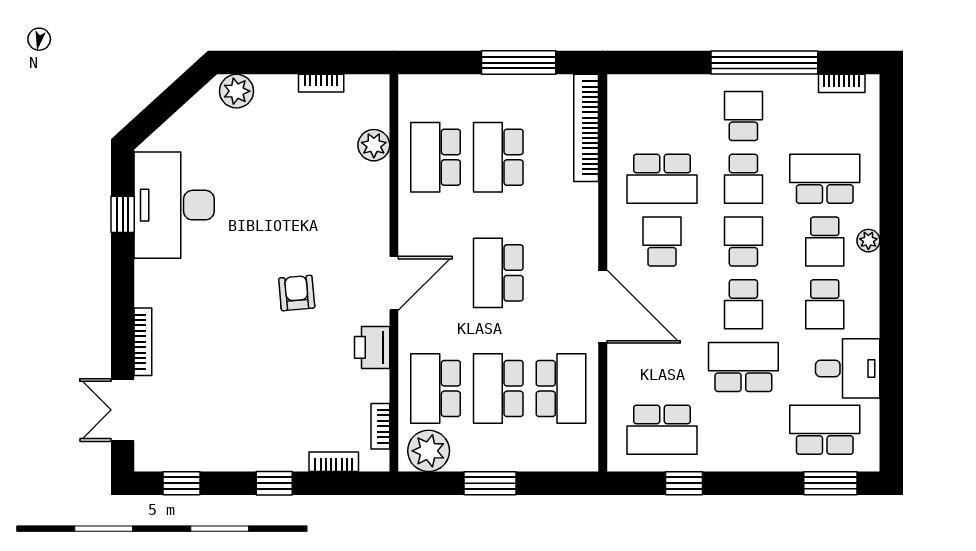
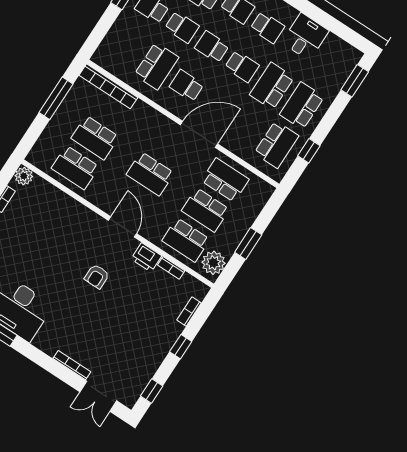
plant: (374, 145) -> (24, 176), moved
armchair: (297, 293) -> (97, 276), turned -85
bookcase: (380, 426) -> (171, 268), moved
school desk: (825, 430) -> (302, 106), moved

